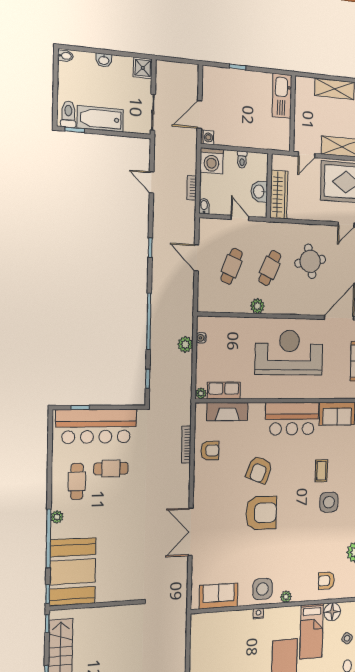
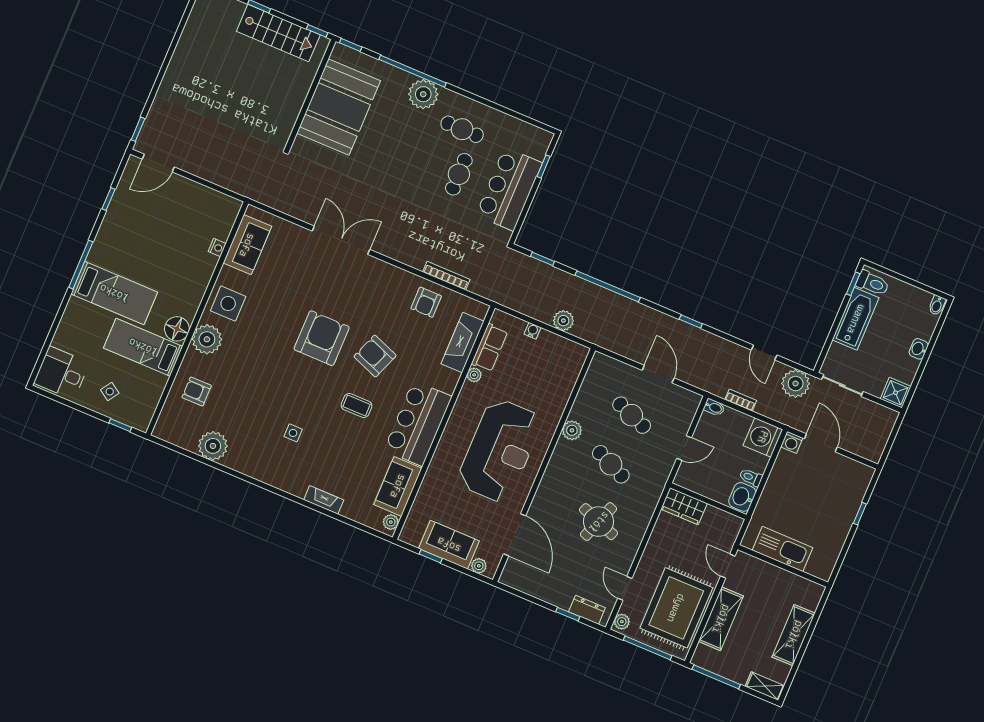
kitchen sink: (282, 96) -> (782, 549), moved
plant: (165, 150) -> (796, 384), added
door: (152, 182) -> (764, 353), swing flipped
washbasin: (259, 192) -> (742, 497), moved, turned -90
wardrobe: (279, 195) -> (684, 506), width x0.67
door: (196, 258) -> (658, 374), hinge flipped
round table: (310, 261) -> (599, 522), turned 31
water cooler: (201, 338) -> (532, 331), moved
plant: (201, 393) -> (474, 375), moved
bar counter: (96, 426) -> (509, 189), width x0.73
coffee table: (321, 471) -> (356, 406), moved
side table: (329, 502) -> (293, 433), width x0.54, depth x0.54
armchair: (261, 513) -> (322, 338), turned 180
plant: (57, 517) -> (423, 94), width x1.88, depth x1.88
booth: (73, 572) -> (339, 107), moved, turned 90
armchair: (326, 581) -> (197, 391), turned -90
plant: (286, 597) -> (207, 339), width x1.87, depth x1.87
floor lamp: (332, 612) -> (177, 329), moved
nightstand: (258, 613) -> (217, 248), moved

